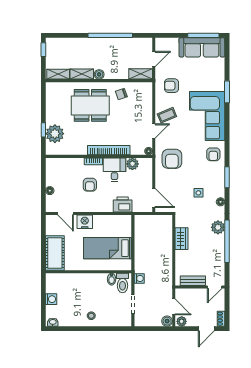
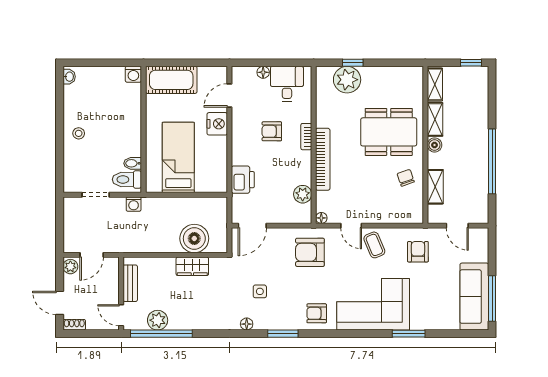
shelving: (141, 74) -> (435, 187), moved
dining table: (90, 105) -> (389, 132), turned 90
desk: (114, 170) -> (287, 84), moved, turned -90
plant: (218, 227) -> (158, 320), moved
window: (227, 241) -> (161, 334), moved
washing machine: (51, 299) -> (133, 74), moved
boiler: (167, 321) -> (194, 238), moved, width x1.86, depth x1.86

